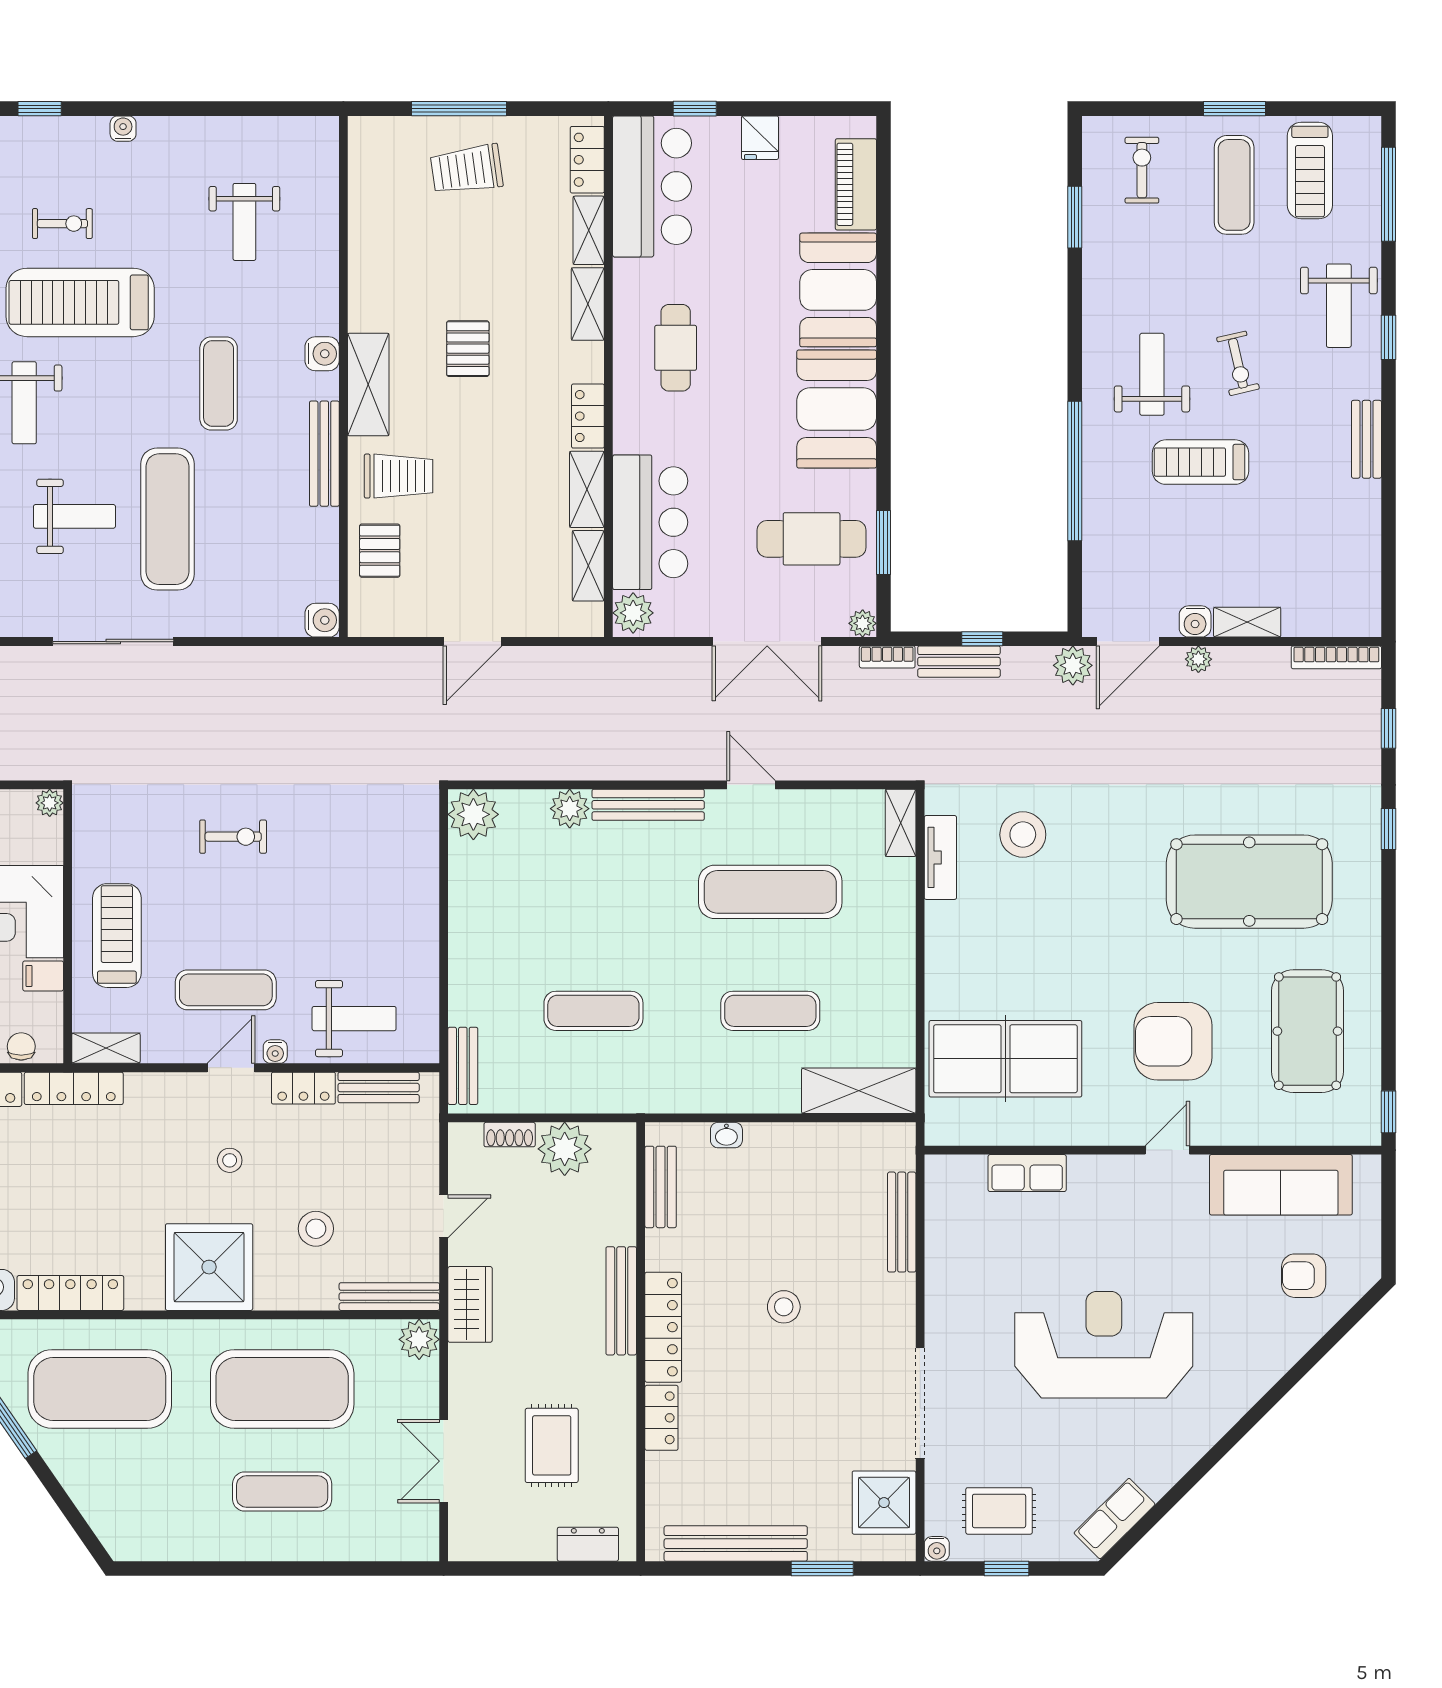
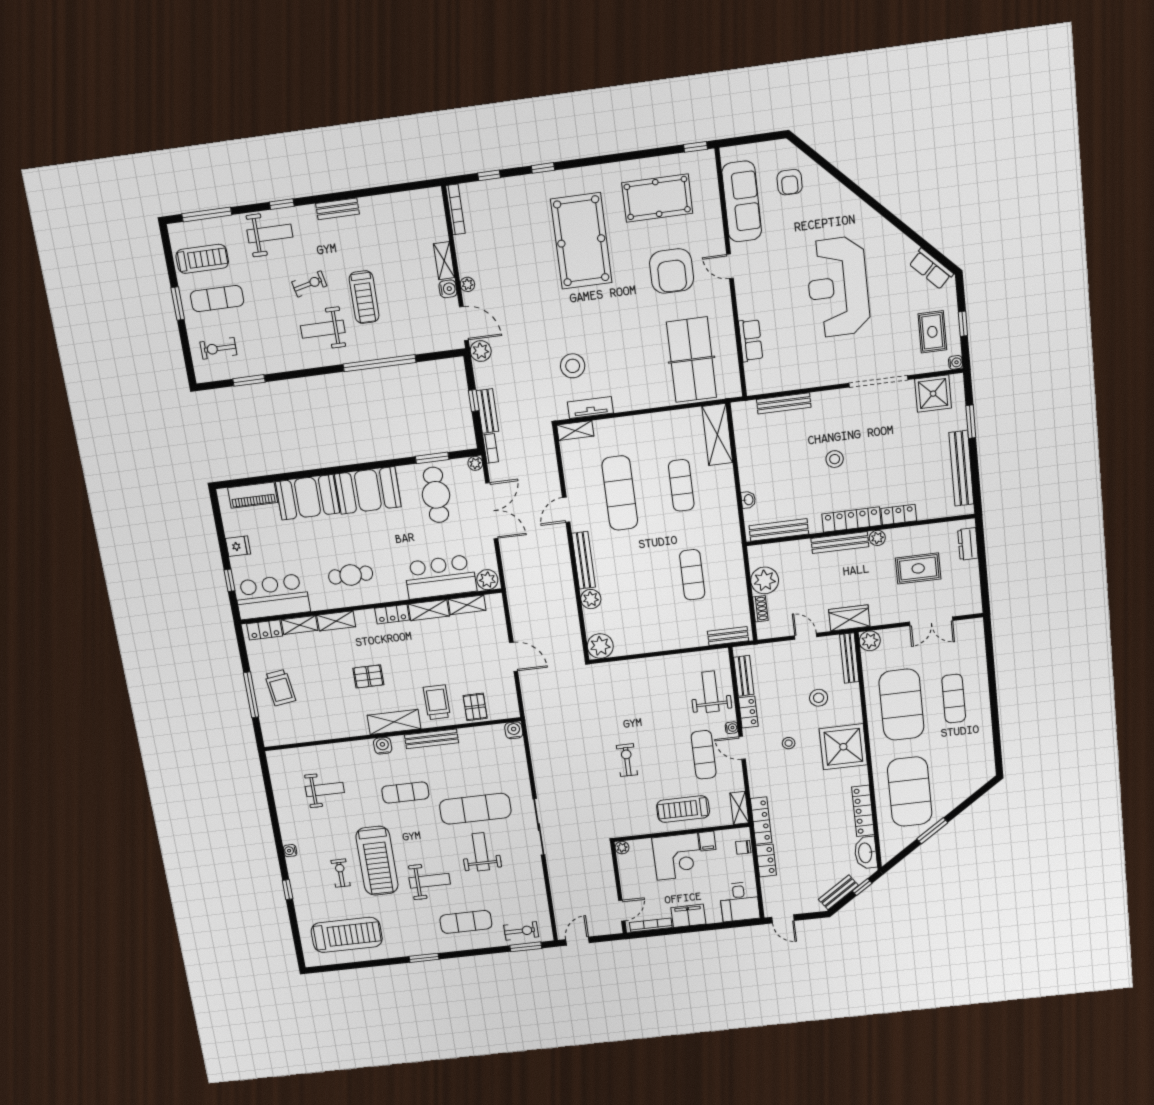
pallet: (380, 551) -> (475, 707), turned 90
bench: (661, 1187) -> (779, 530), width x1.36
plant: (621, 1373) -> (877, 538), added

